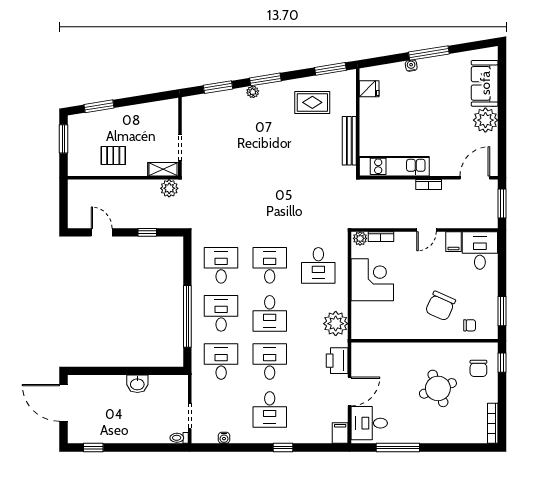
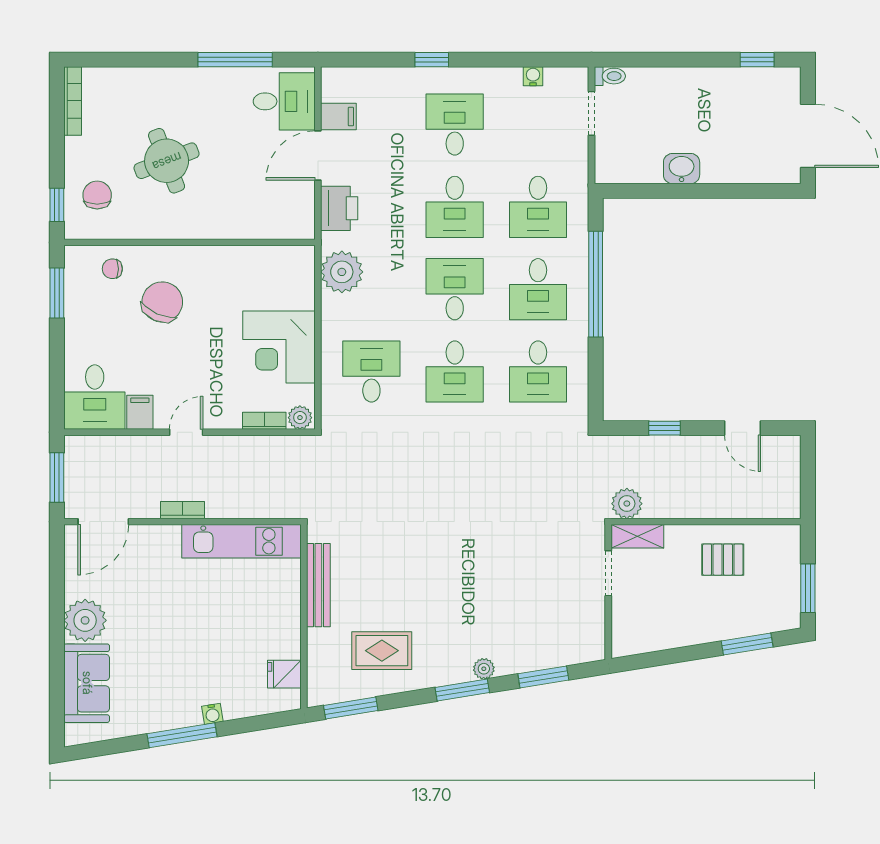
filing cabinet: (340, 433) -> (338, 117), moved, turned -90

